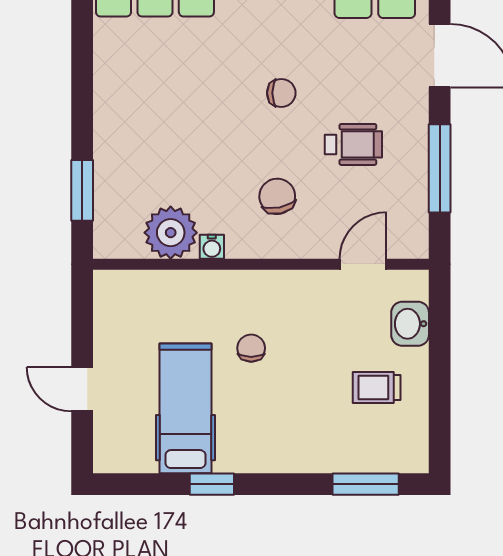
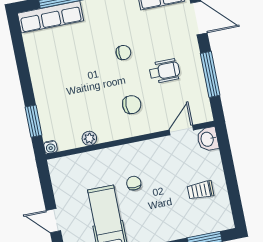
chair: (277, 196) -> (132, 105), turned 102
plant: (171, 233) -> (89, 138), width x0.53, depth x0.53
water cooler: (212, 247) -> (51, 147), moved
washbasin: (410, 324) -> (208, 139), moved

